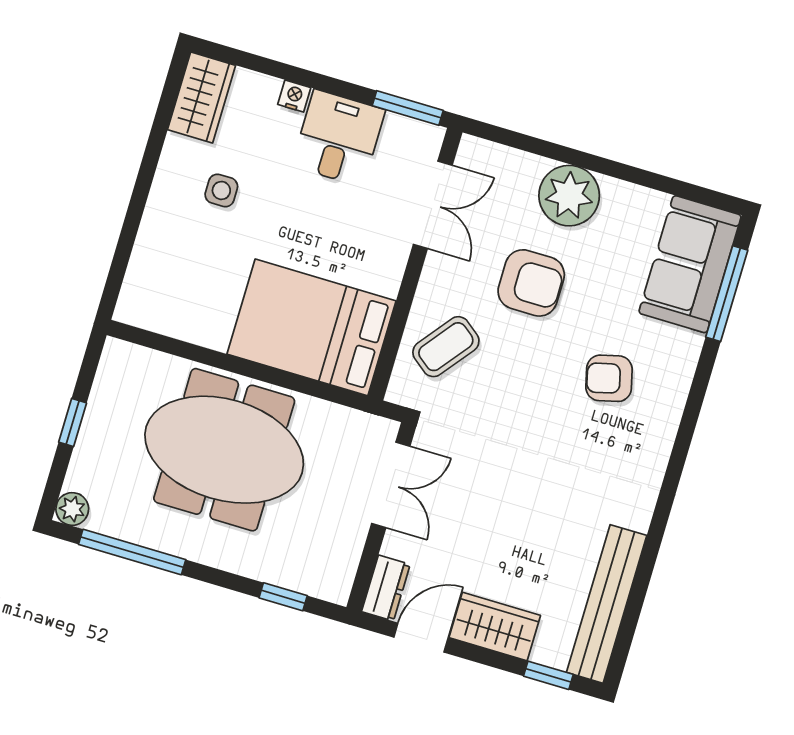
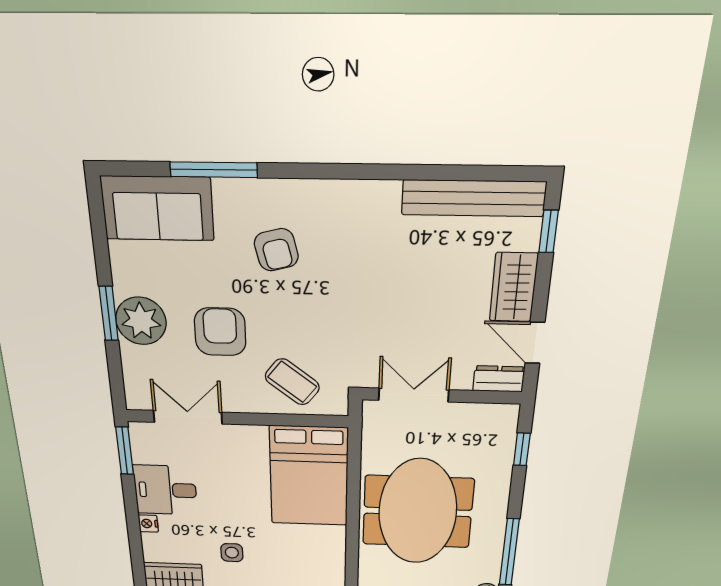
window: (588, 161) -> (109, 314), added
window: (727, 294) -> (214, 170), moved

